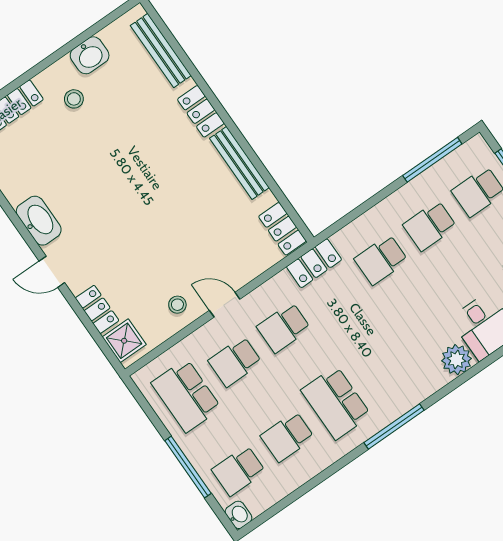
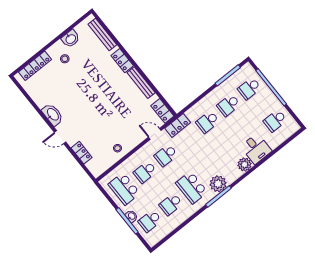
door: (225, 305) -> (155, 134), moved
shower: (124, 341) -> (95, 166), removed
plant: (395, 398) -> (218, 184), added
washbasin: (239, 515) -> (131, 216), moved

